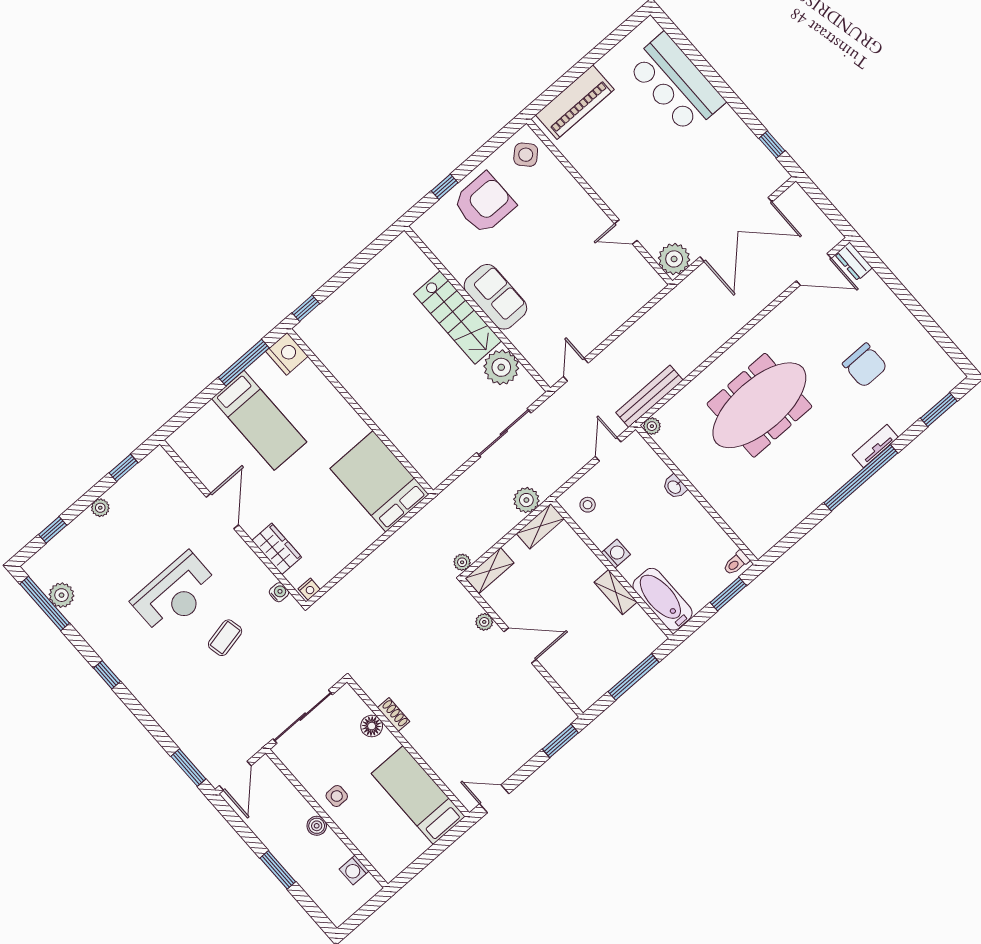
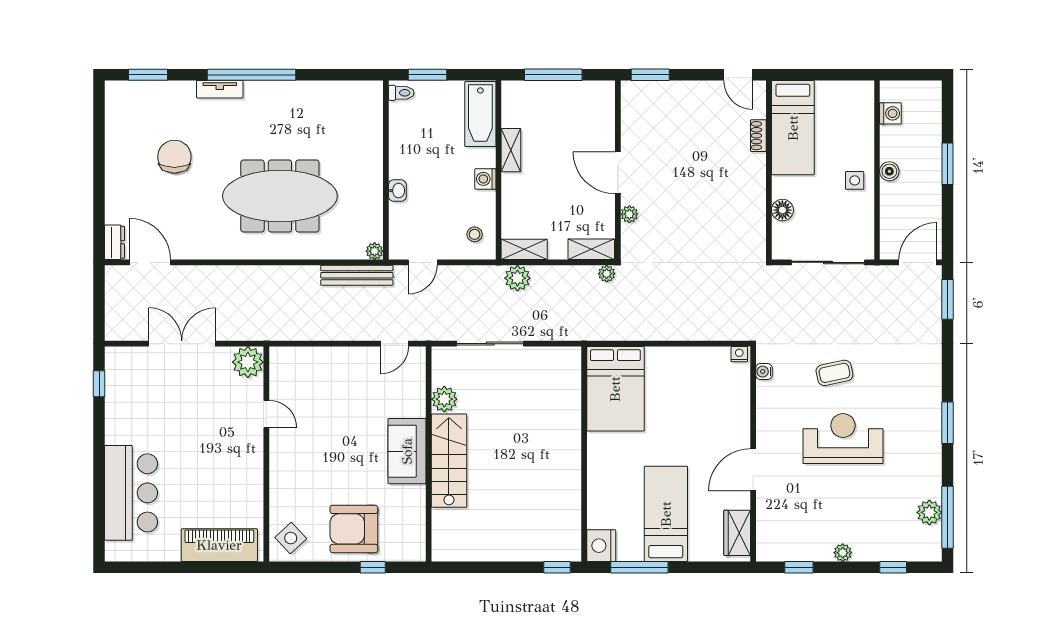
double door: (736, 229) -> (182, 344), width x0.73
plant: (501, 367) -> (444, 399), width x0.73, depth x0.73
wardrobe: (277, 549) -> (737, 533), moved
window: (107, 675) -> (948, 423), width x1.50
shoe rack: (394, 715) -> (758, 136), moved

